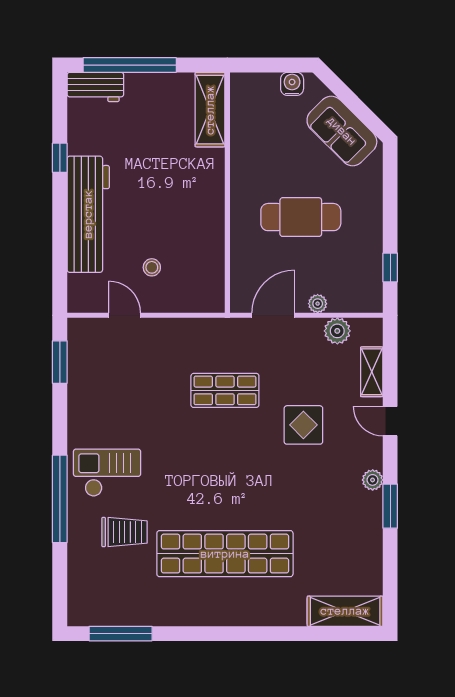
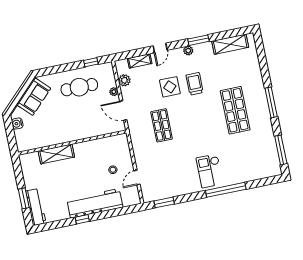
window: (130, 65) -> (24, 198), width x0.47
workbench: (95, 87) -> (36, 207), width x1.37
shelving: (210, 110) -> (56, 154), moved
window: (60, 158) -> (82, 219), moved
cafe table: (301, 217) -> (79, 87), moved, turned 90
trolley: (124, 532) -> (195, 84), moved
shop shelf: (225, 554) -> (235, 110), width x0.71
shelving: (345, 611) -> (230, 44), moved, turned 90
window: (226, 634) -> (271, 102), added

